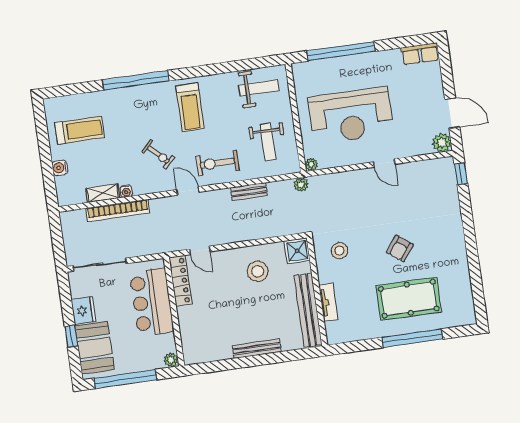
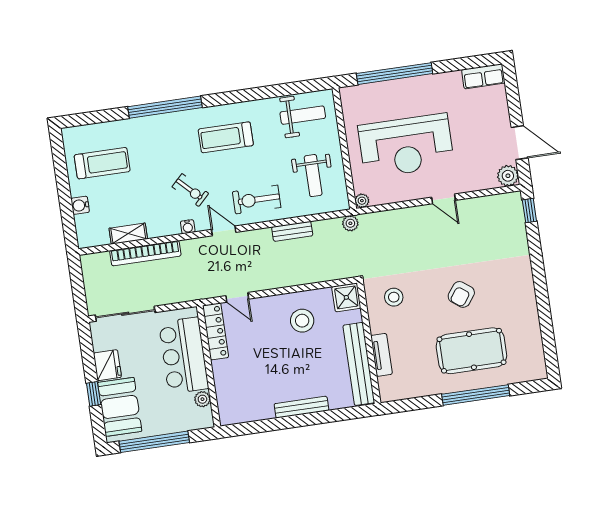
treadmill: (190, 107) -> (226, 137), turned 90
water cooler: (126, 191) -> (188, 227), moved
plant: (171, 360) -> (202, 399), moved

